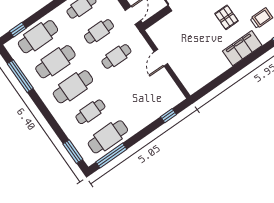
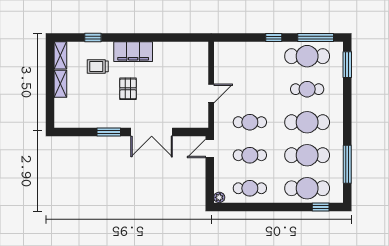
window: (168, 116) -> (274, 38), moved

